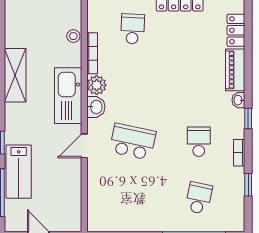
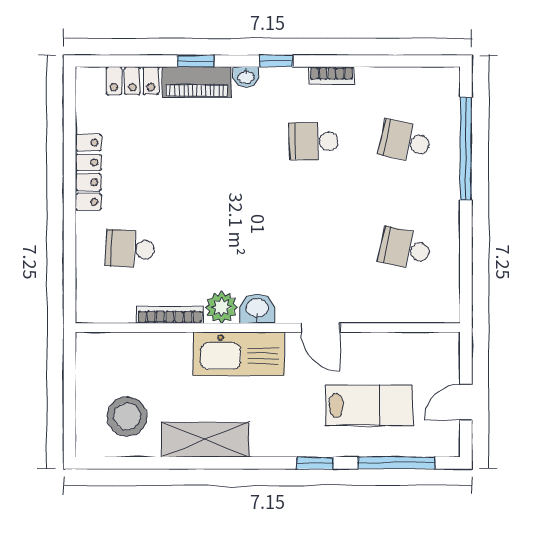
stool: (73, 36) -> (127, 416), moved, width x1.89, depth x1.89
school desk: (133, 142) -> (405, 249), moved, width x0.54
lab bench: (19, 172) -> (369, 405), moved
window: (248, 185) -> (196, 61), moved

